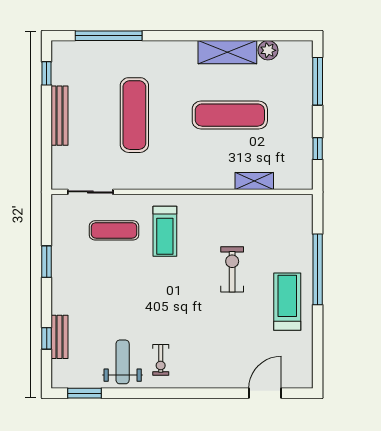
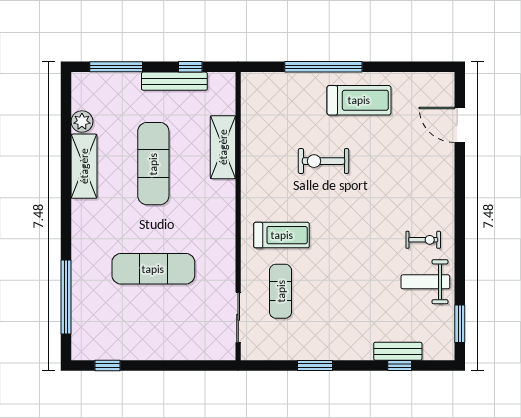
bench: (60, 116) -> (174, 81), moved
shelving: (254, 181) -> (223, 147), width x1.50, depth x1.33
treadmill: (287, 302) -> (359, 100), turned 180

